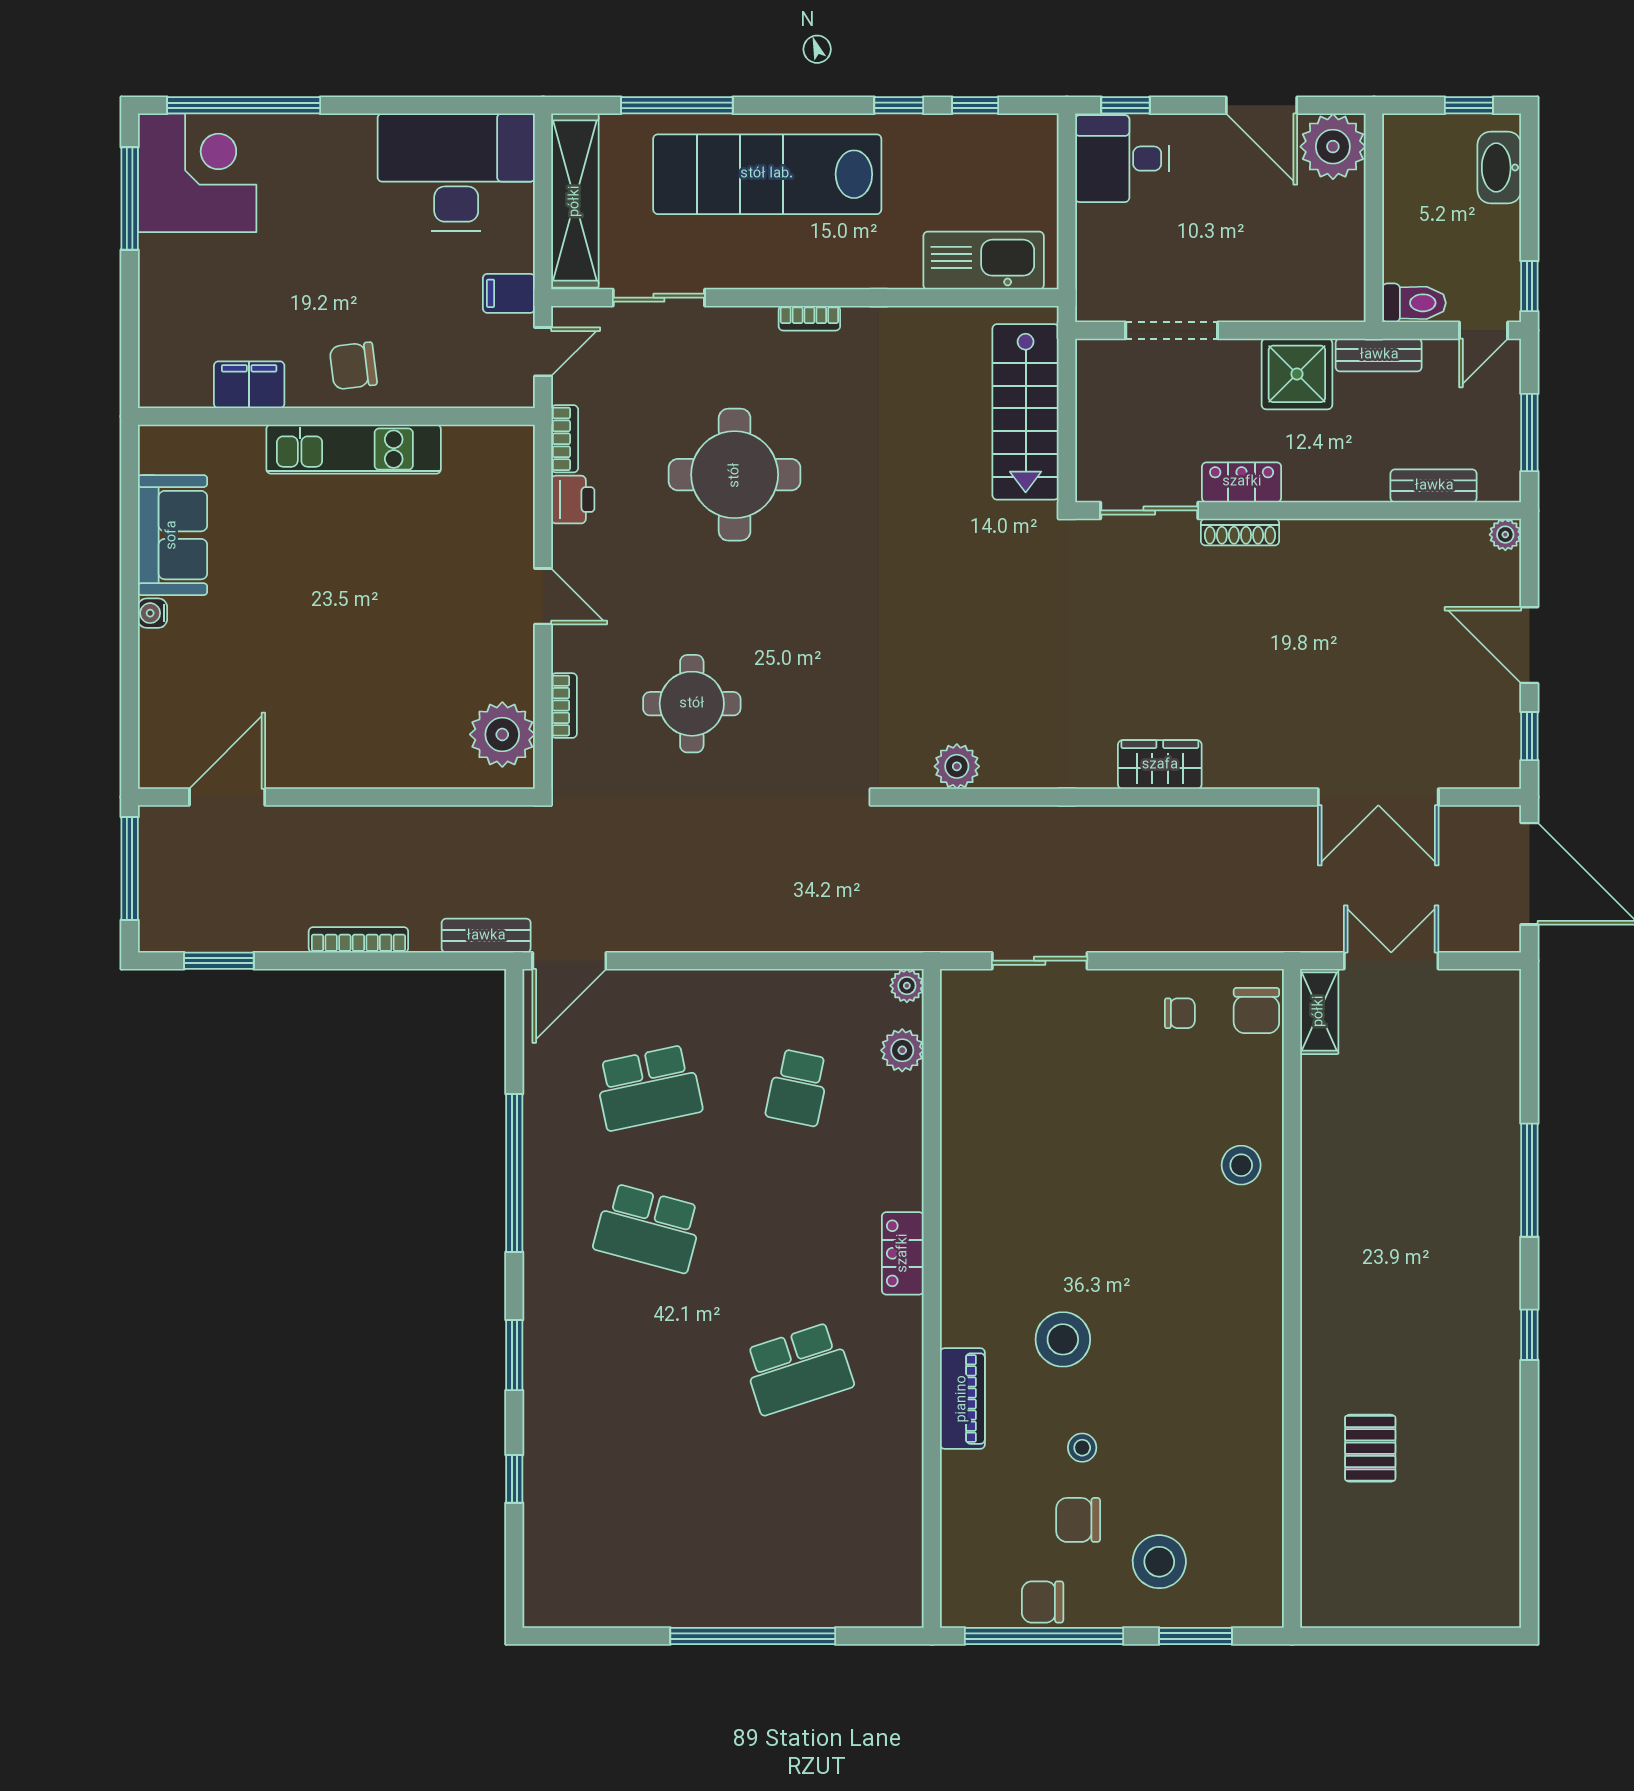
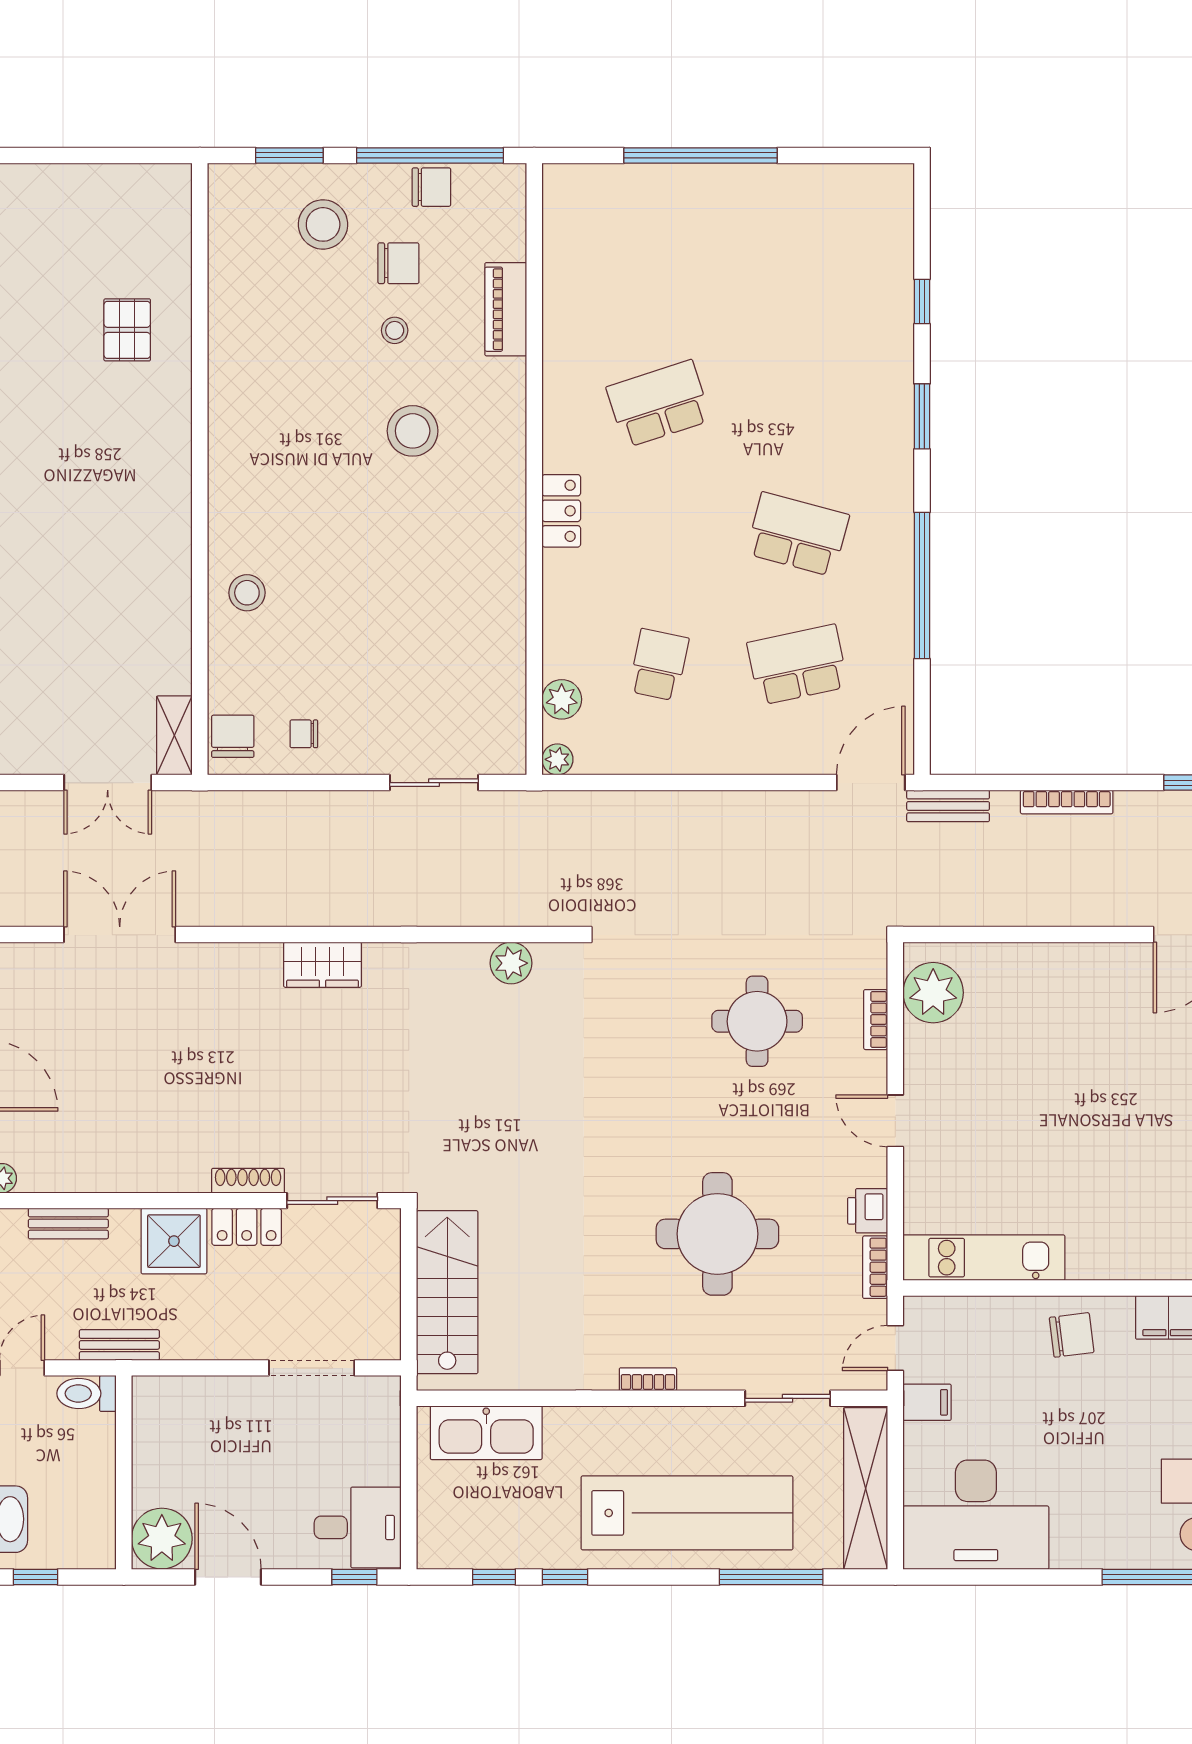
shower: (1297, 374) -> (174, 1241), moved
kitchen unit: (354, 449) -> (984, 1258), moved
piano: (962, 1399) -> (506, 309), moved

